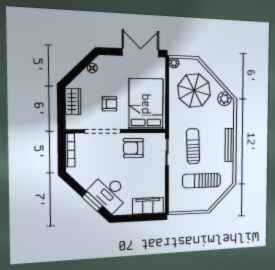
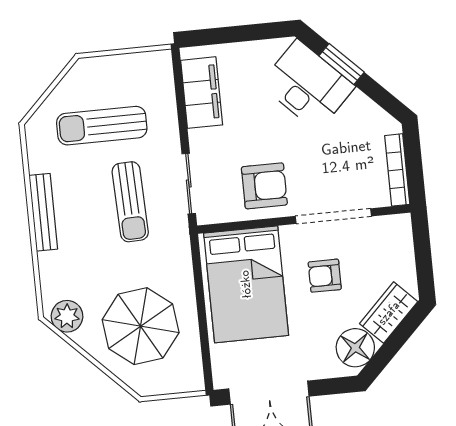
plant: (174, 63) -> (193, 381), removed
floor lamp: (92, 68) -> (355, 348), width x1.89, depth x1.89
wardrobe: (73, 102) -> (389, 313), moved, turned 45
sun lounger: (202, 181) -> (102, 126), turned 180
filing cabinet: (148, 206) -> (202, 93), moved, turned -90

